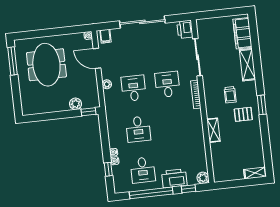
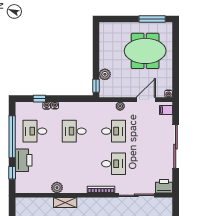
plant: (203, 178) -> (57, 188), moved

